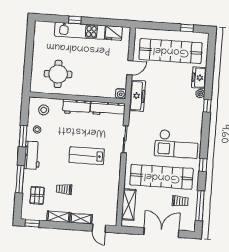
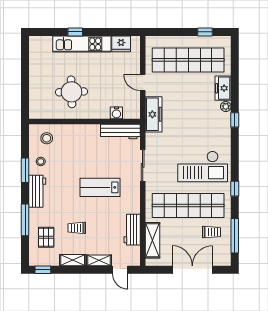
door: (130, 68) -> (143, 82), swing flipped
round table: (58, 74) -> (71, 92), moved
water cooler: (121, 94) -> (116, 113), moved
workbench: (76, 107) -> (132, 230), moved, turned 90

